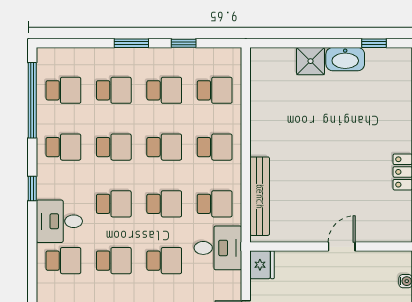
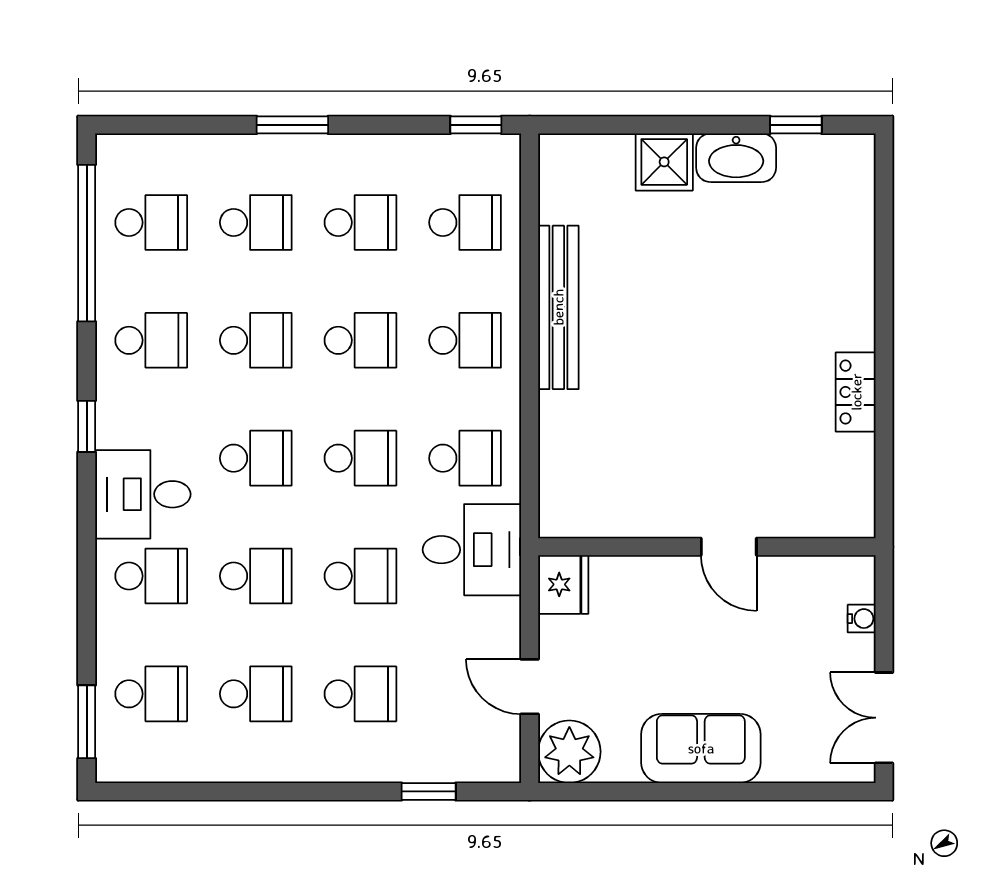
window: (184, 43) -> (476, 125), moved
bench: (260, 196) -> (558, 307), moved
door: (342, 247) -> (729, 547), swing flipped

